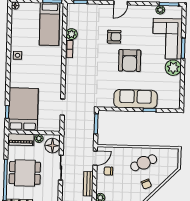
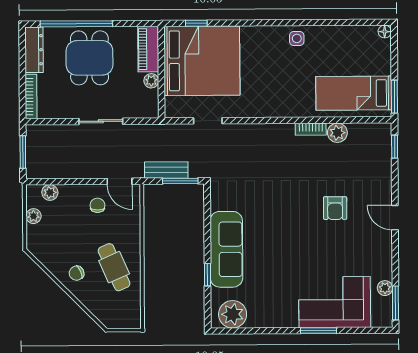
armchair: (130, 61) -> (294, 237), removed
plant: (173, 68) -> (233, 314), moved
bed: (23, 109) -> (202, 61), width x1.36
floor lamp: (52, 146) -> (139, 105), removed
bench: (88, 184) -> (166, 170), moved

